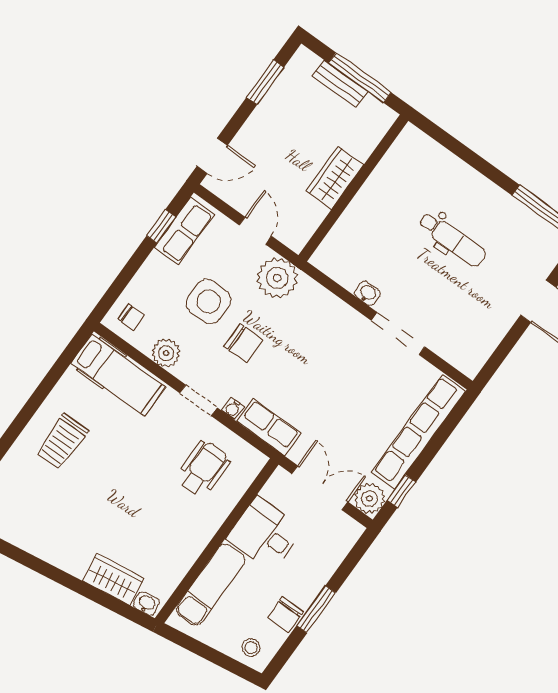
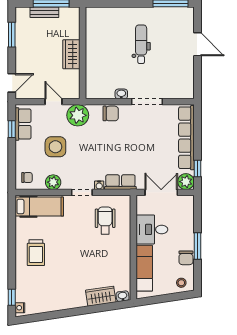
dental chair: (452, 239) -> (141, 44), turned -90
chair: (244, 343) -> (111, 113), moved

